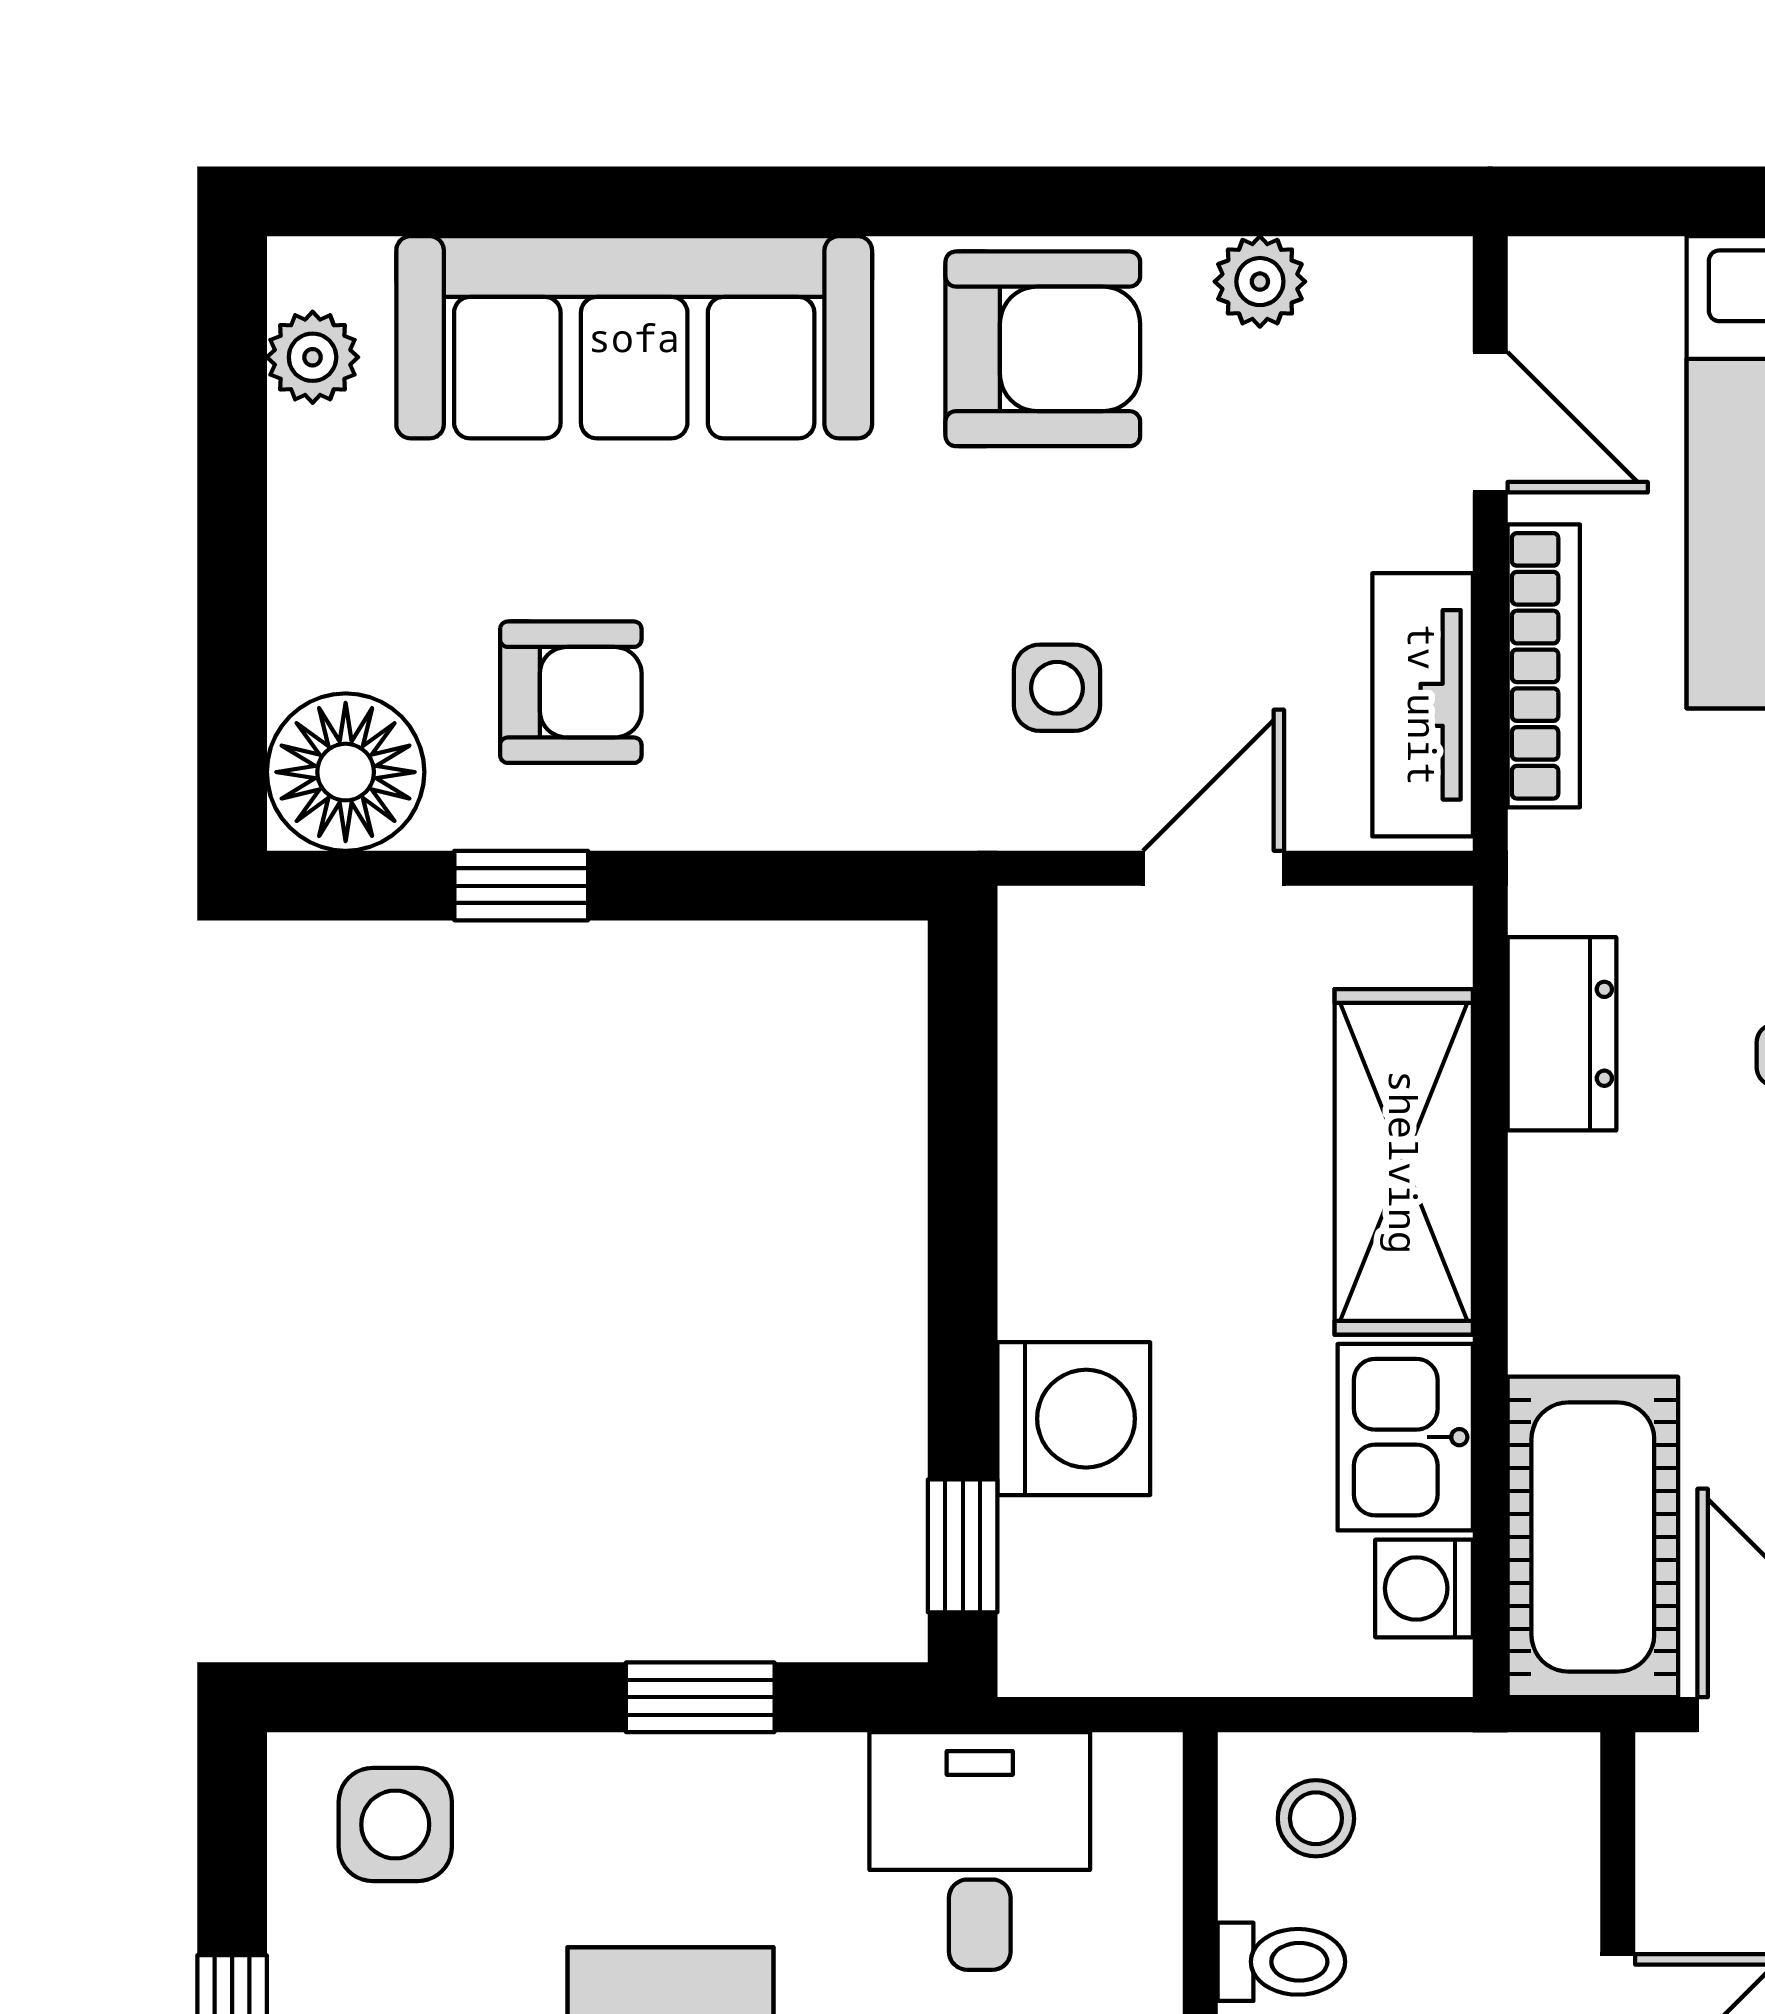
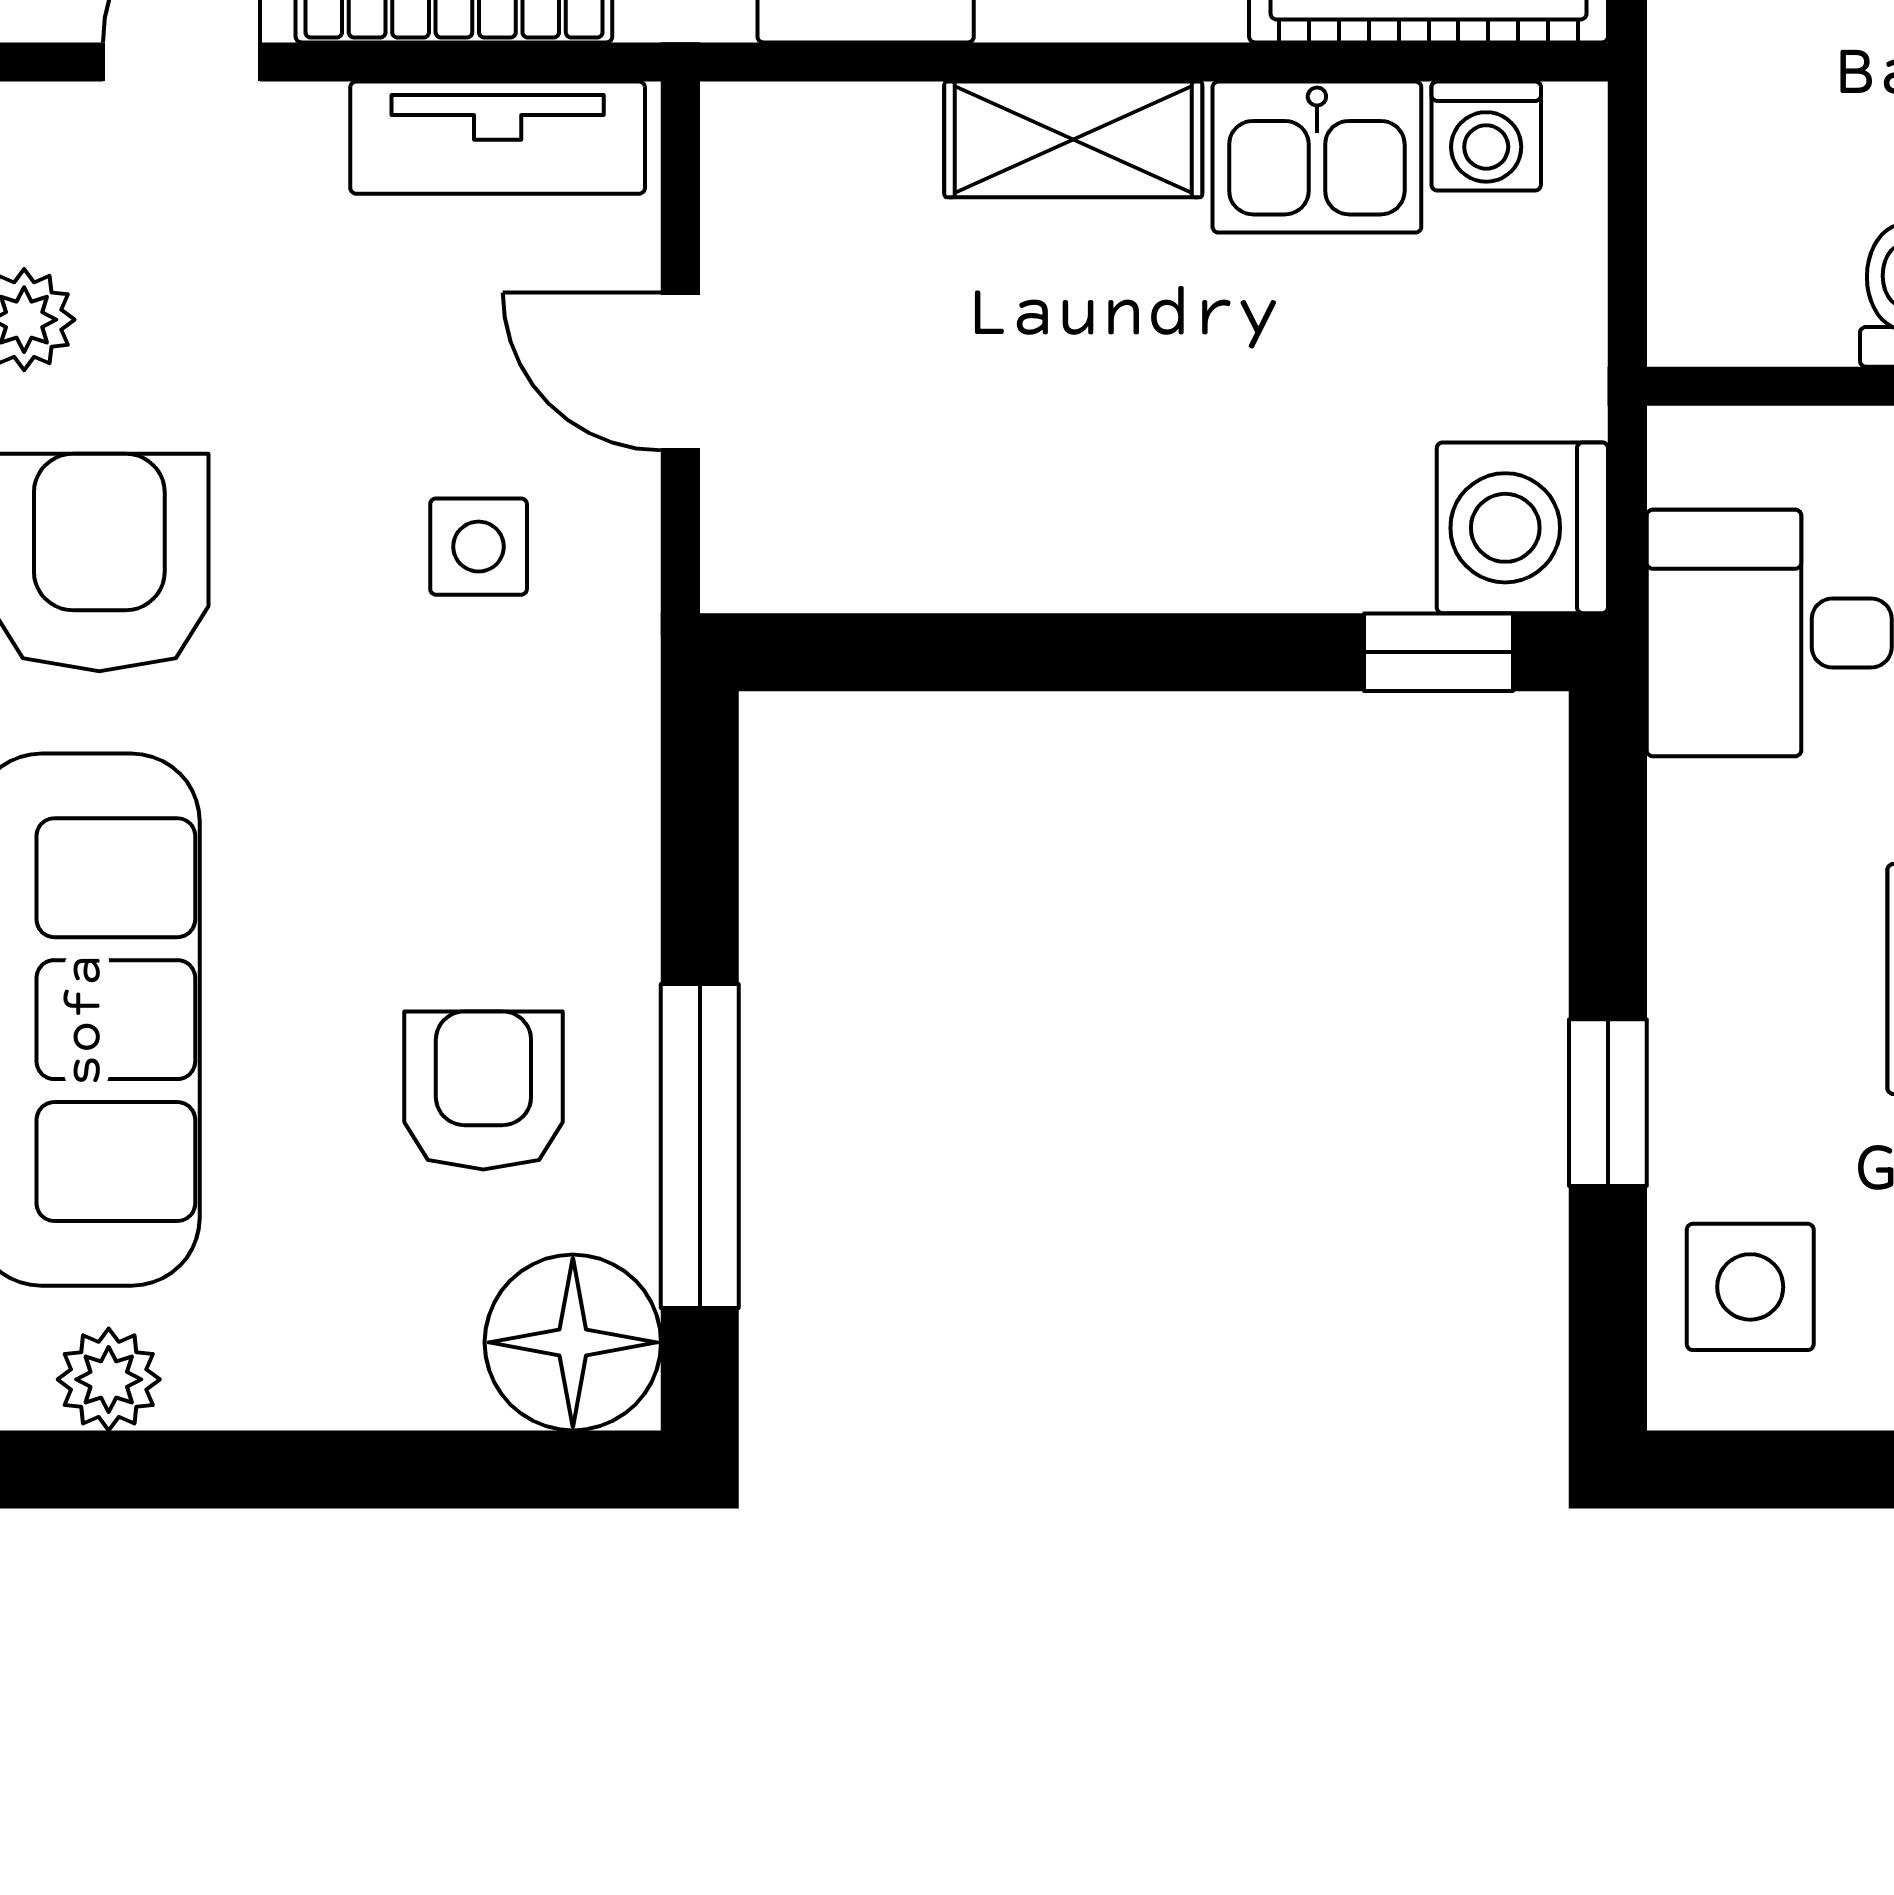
window: (521, 886) -> (700, 1146), width x2.17
shelving: (1404, 1162) -> (1073, 139), width x0.67, depth x0.75
washing machine: (1074, 1419) -> (1522, 528), moved, turned -90
window: (700, 1697) -> (1608, 1103), moved
stool: (1316, 1818) -> (1743, 257), removed

